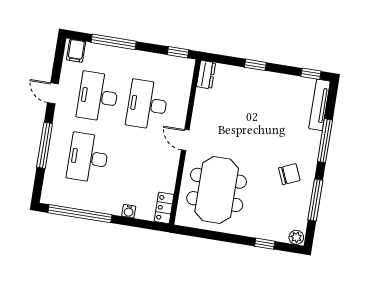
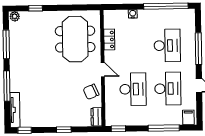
chair: (289, 174) -> (91, 92), moved
locker: (164, 208) -> (109, 40), moved

